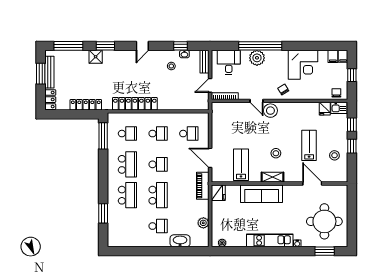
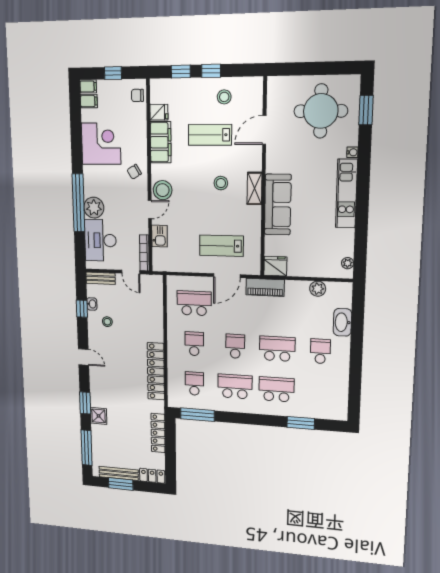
desk: (229, 62) -> (100, 240), width x1.37
kitchen sink: (339, 108) -> (159, 236), moved
filing cabinet: (304, 110) -> (161, 142), added
school desk: (189, 134) -> (194, 303), width x1.85
lab bench: (241, 165) -> (221, 246), moved

